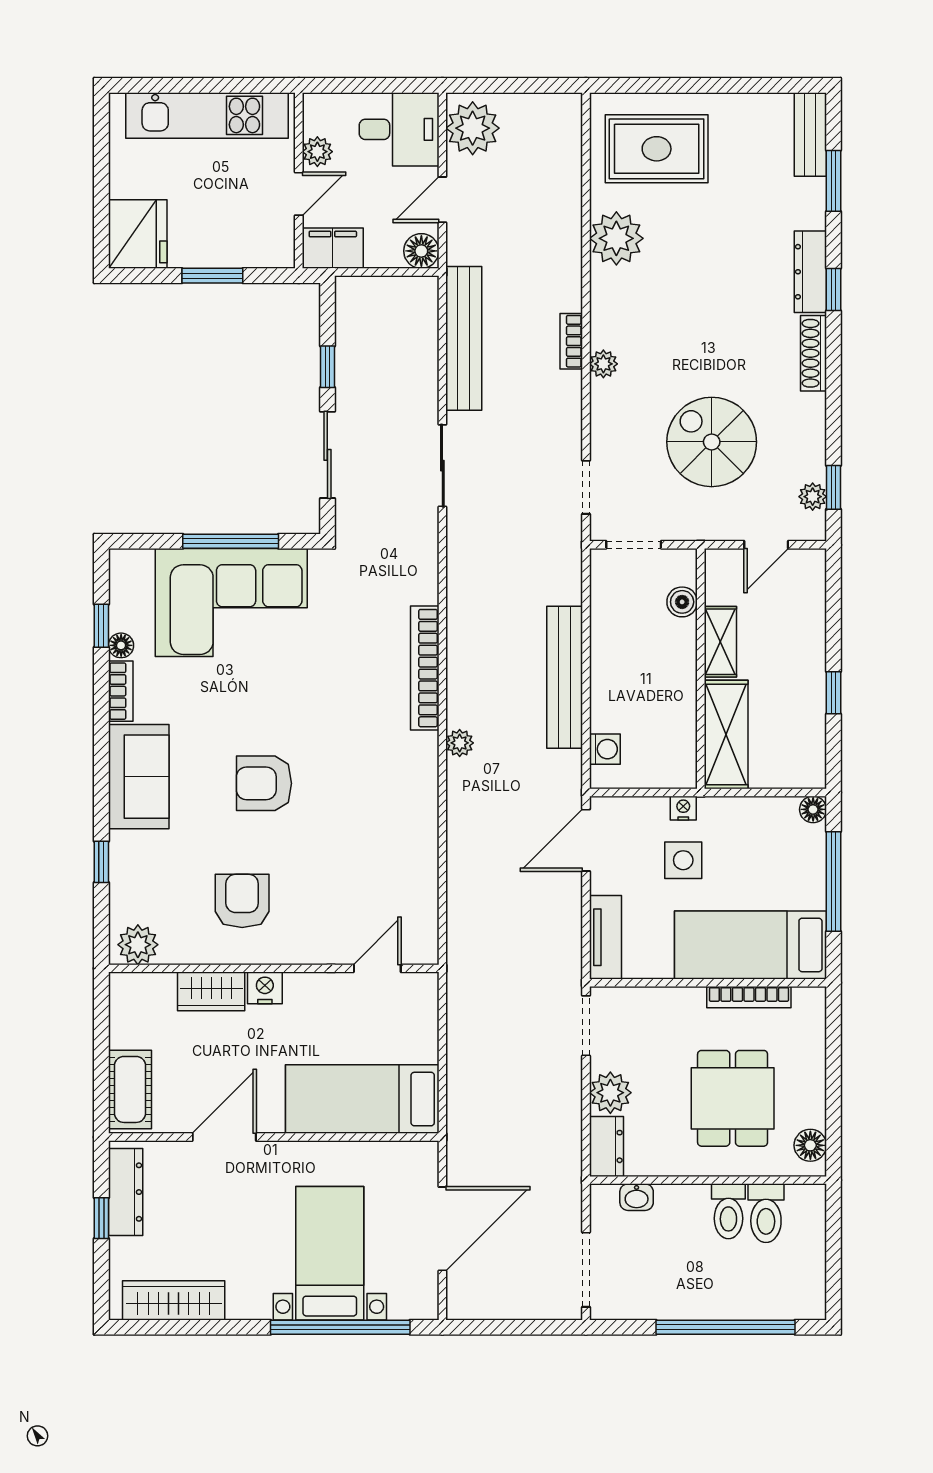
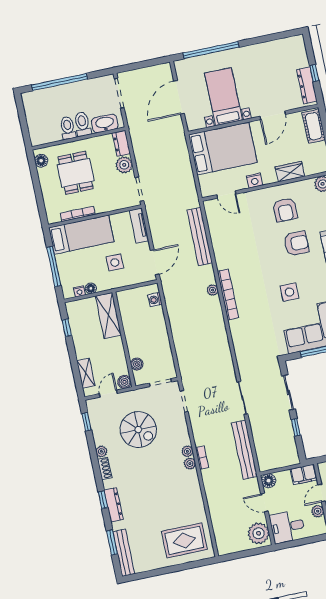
bench: (810, 135) -> (124, 553), width x1.36
door: (442, 200) -> (265, 503), swing flipped
plant: (616, 238) -> (190, 464), moved, width x0.53, depth x0.53
shoe rack: (814, 353) -> (105, 468), width x0.70
plant: (813, 497) -> (101, 451), moved
boiler: (721, 565) -> (125, 382), added
shelving: (720, 642) -> (86, 373), moved
bookcase: (425, 668) -> (228, 295), moved
bench: (565, 677) -> (200, 237), moved
window: (834, 693) -> (67, 328), moved
side table: (274, 699) -> (289, 292), added
armchair: (264, 783) -> (296, 243), moved
nightstand: (683, 808) -> (79, 291), moved
floor lamp: (813, 809) -> (91, 288), moved
door: (377, 968) -> (226, 194), hinge flipped
nightstand: (265, 988) -> (254, 180), moved
bed: (362, 1099) -> (223, 149), width x1.50
washbasin: (637, 1197) -> (105, 124), width x1.91, depth x1.45
toilet: (766, 1213) -> (82, 124), moved
bed with nightstands: (330, 1253) -> (223, 97), moved, turned 180
wardrobe: (174, 1300) -> (279, 47), removed

